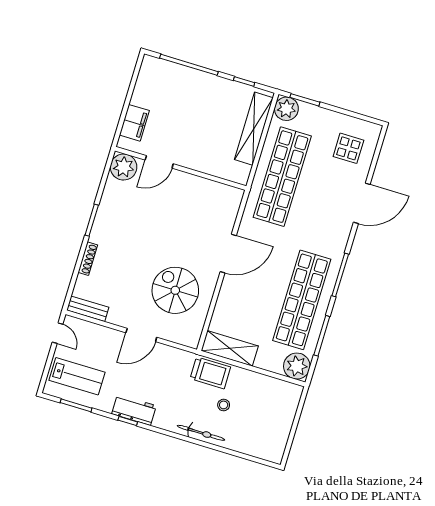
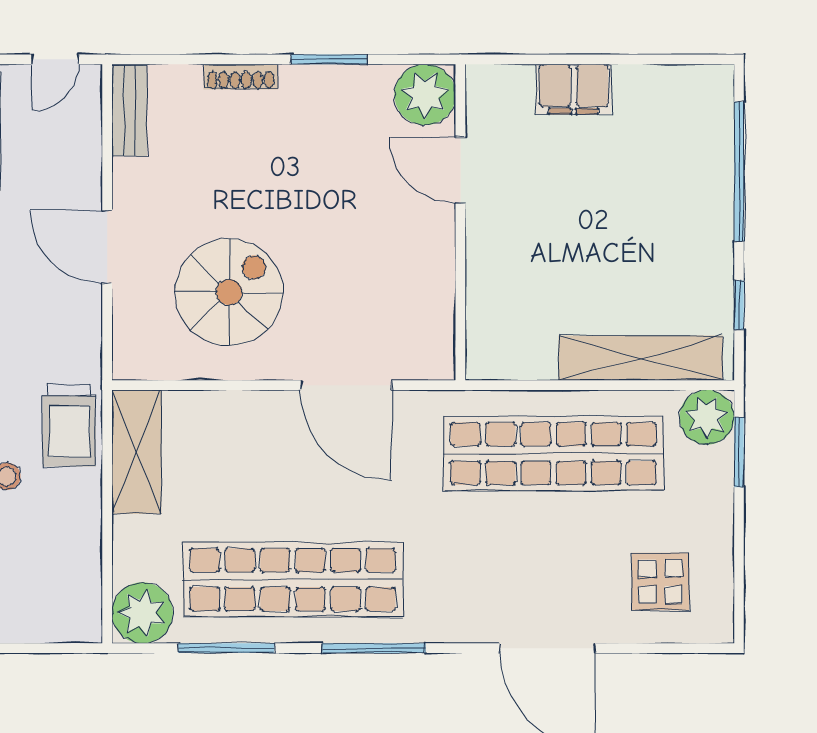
door: (159, 162) -> (460, 170), moved
plant: (124, 167) -> (425, 95), moved
wall: (181, 168) -> (460, 222), moved

